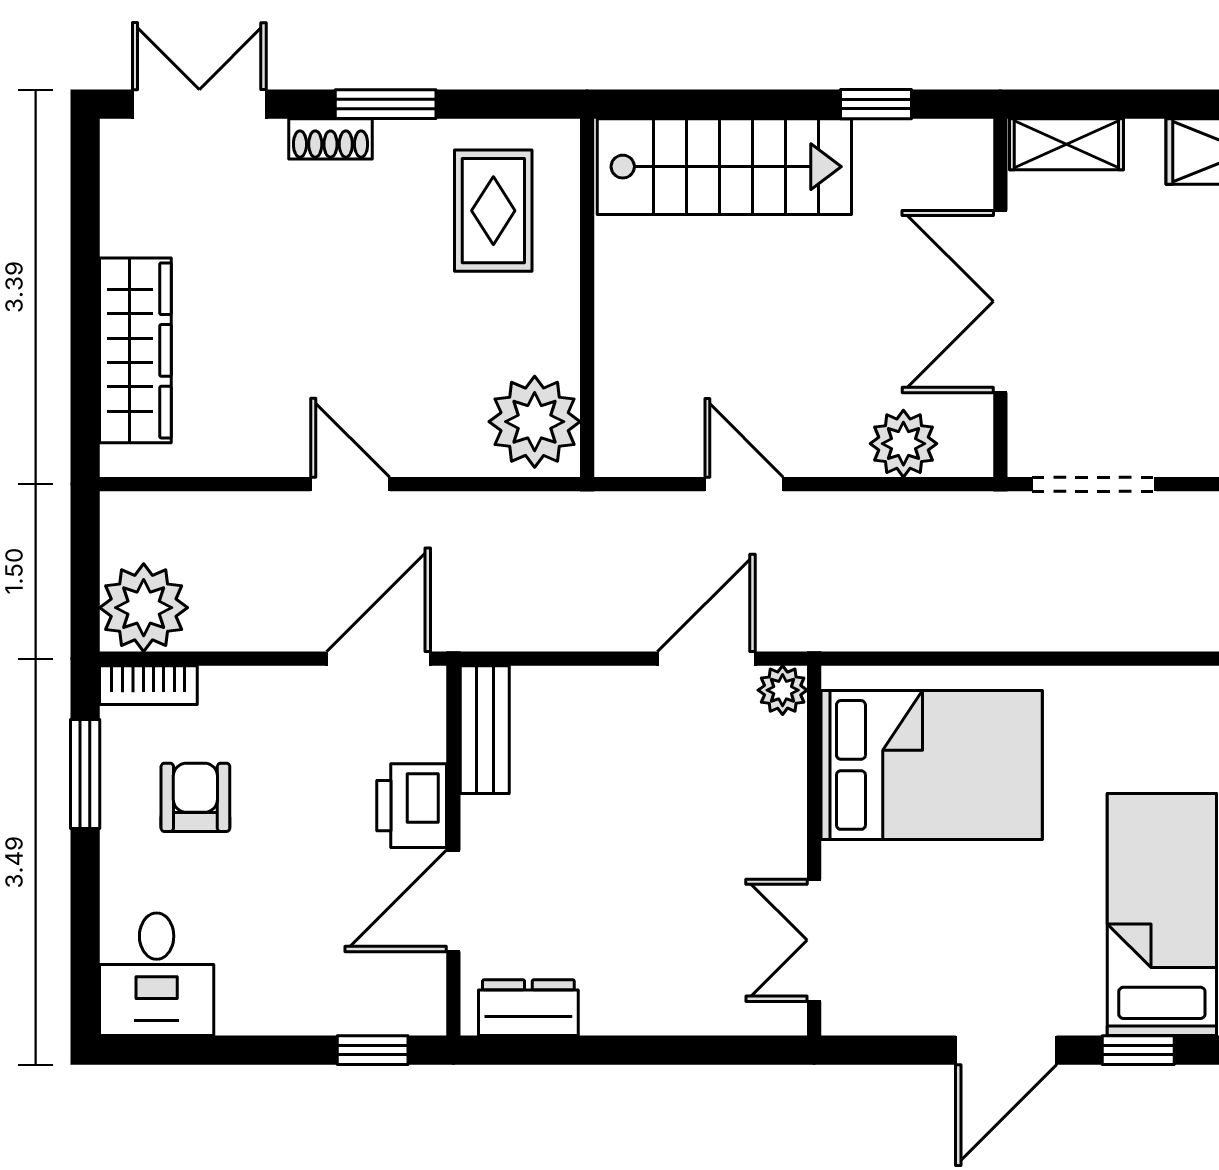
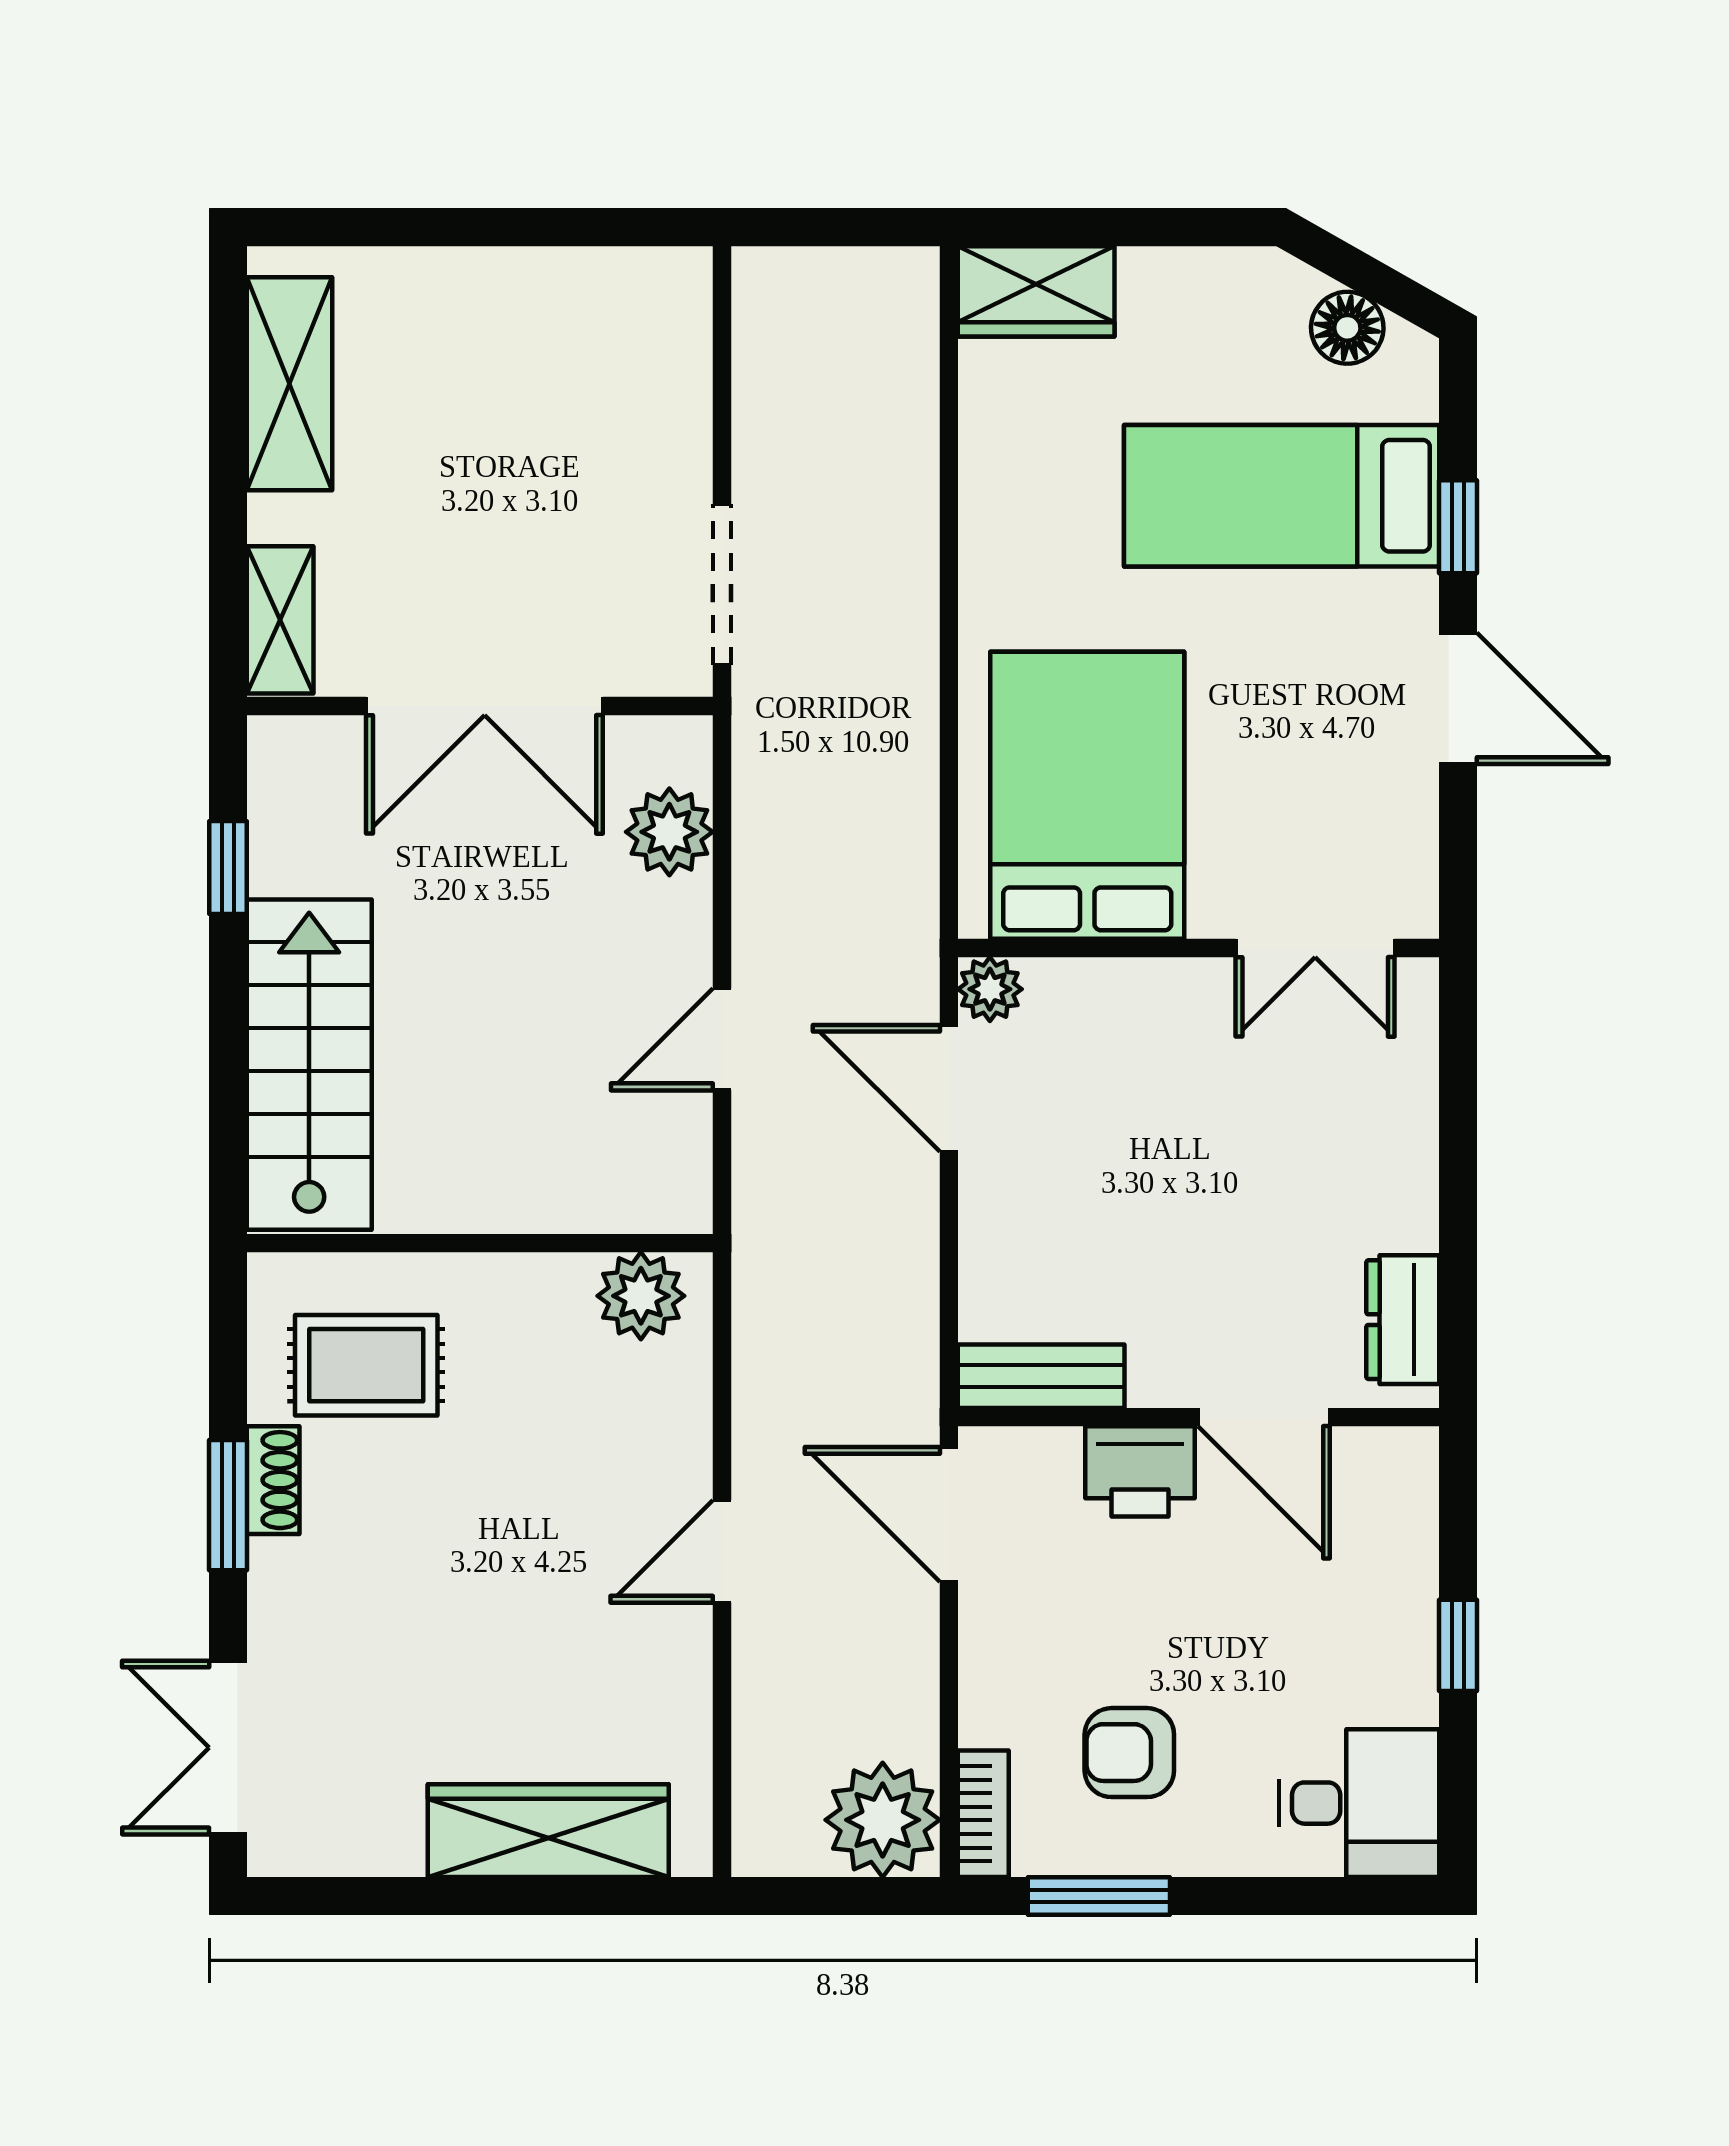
shoe rack: (331, 139) -> (273, 1480), moved
plant: (535, 422) -> (641, 1296), width x0.73, depth x0.73
window: (373, 1050) -> (1458, 1645), moved

